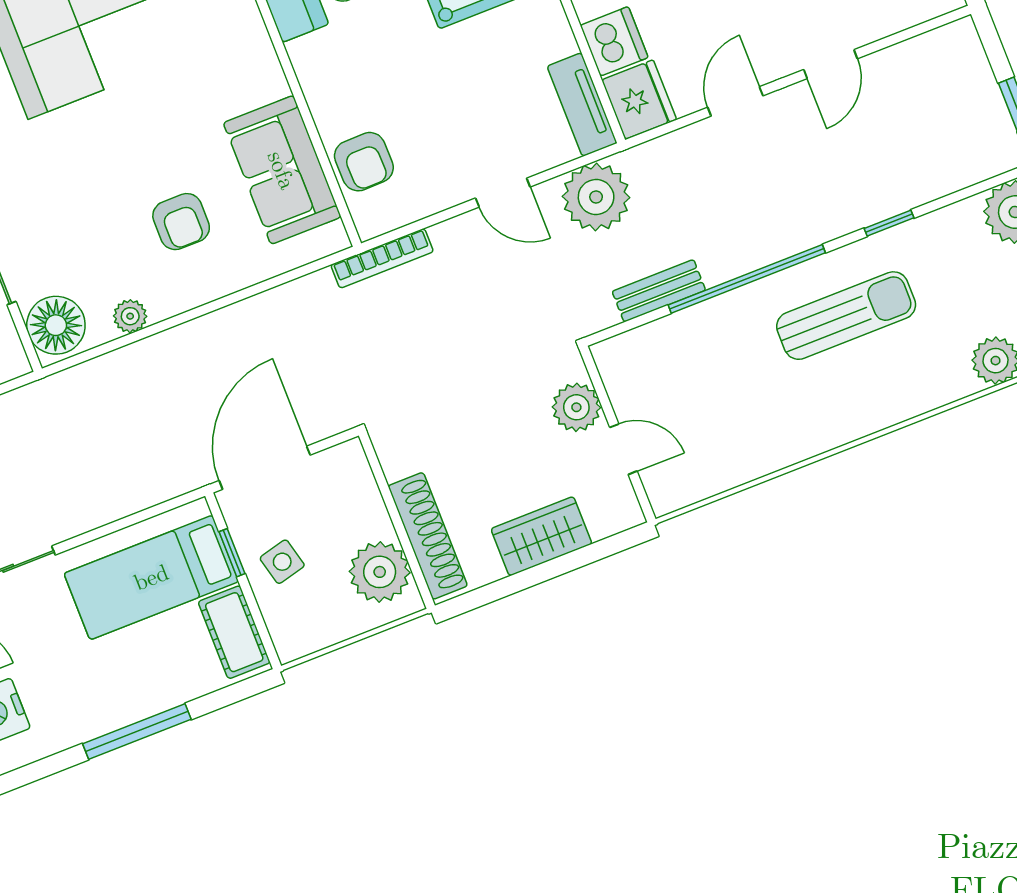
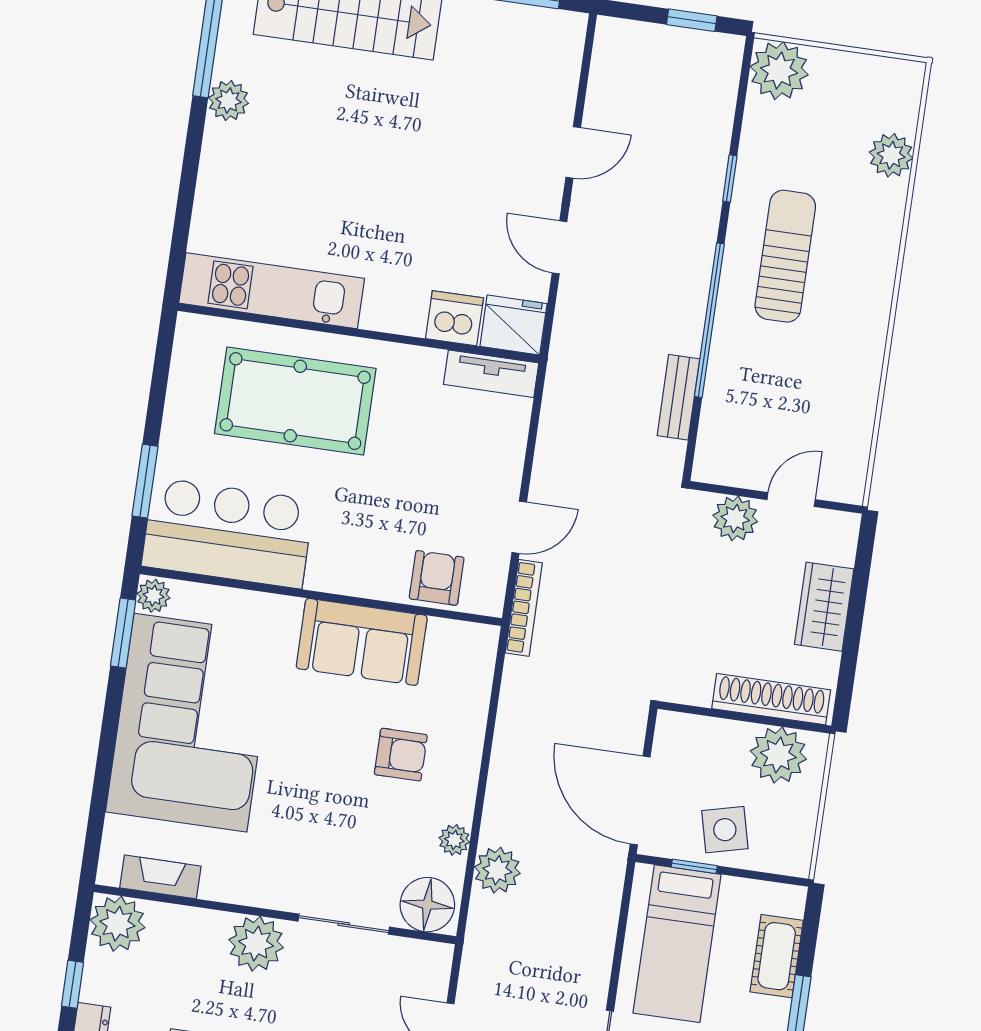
door: (831, 64) -> (573, 152), hinge flipped
armchair: (364, 162) -> (437, 578), turned -89
sofa: (282, 170) -> (362, 642), moved
door: (503, 193) -> (519, 527), moved
plant: (596, 197) -> (497, 870), moved, width x0.73, depth x0.73
side table: (282, 562) -> (725, 830), width x1.37, depth x1.37
cot: (234, 632) -> (777, 956), moved, turned 90

